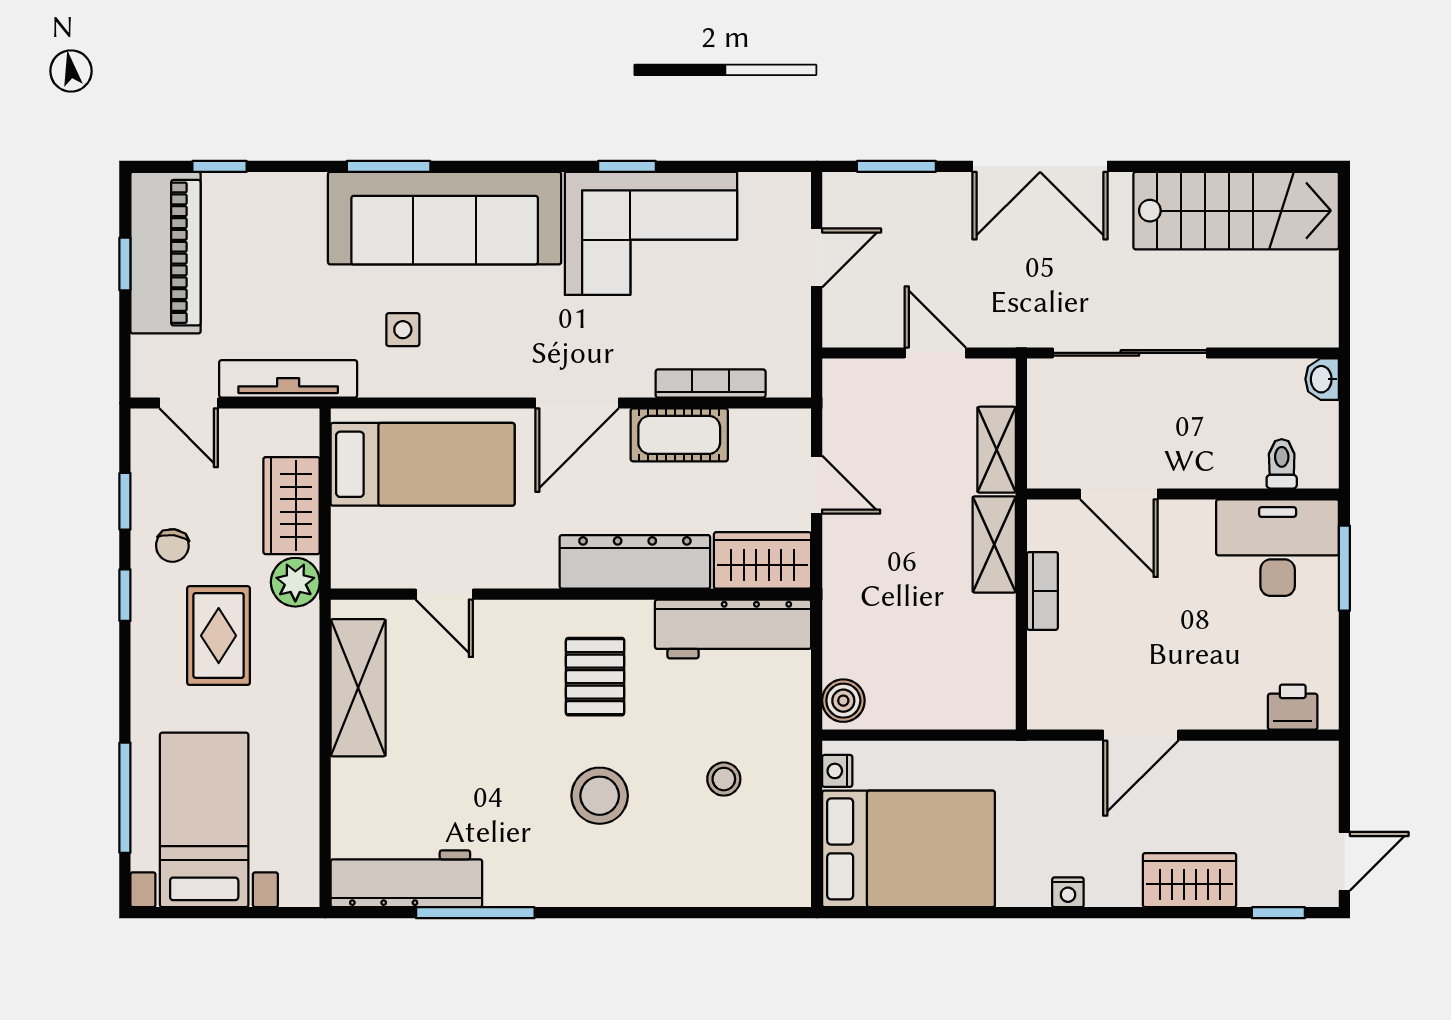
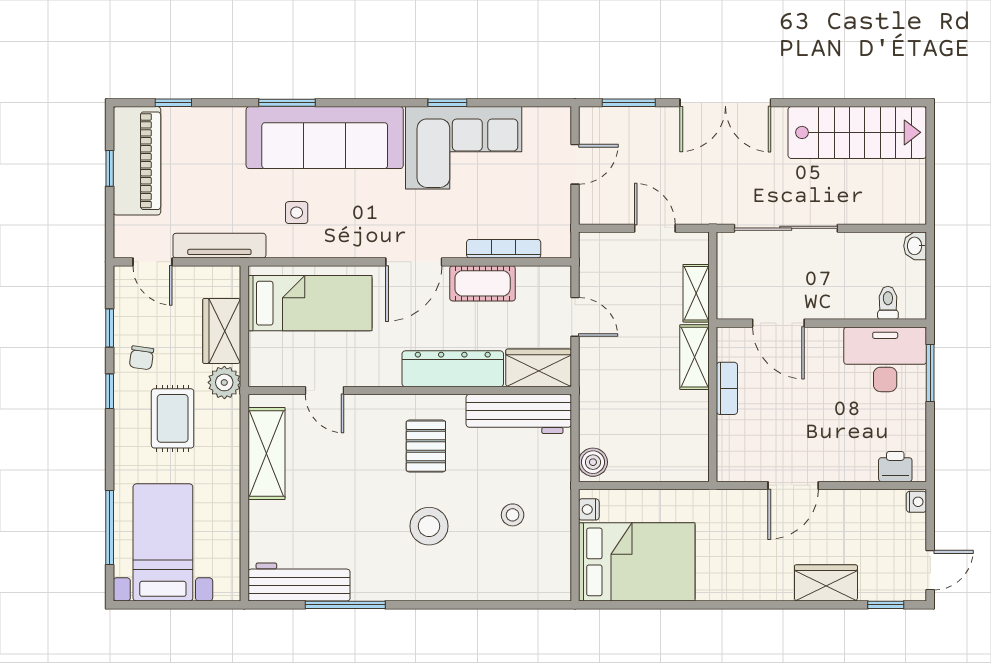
nightstand: (1068, 892) -> (916, 502), moved, turned -90

